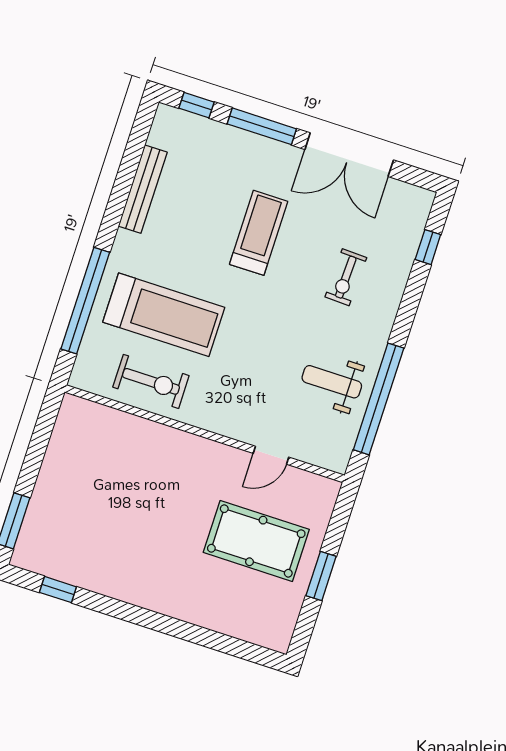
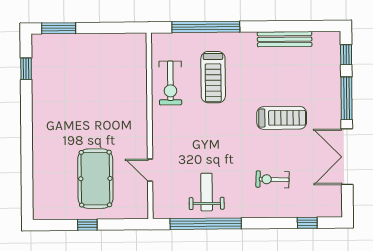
treadmill: (164, 315) -> (213, 77), width x0.73, depth x0.73
window: (321, 576) -> (87, 225), width x0.67

